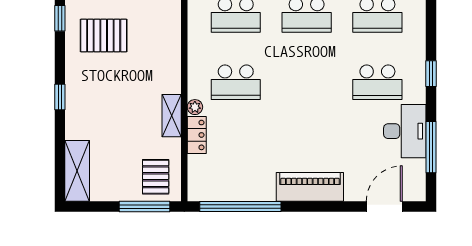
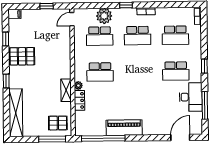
pallet: (104, 35) -> (22, 56), moved
shelving: (77, 171) -> (16, 113), width x1.47
pallet: (156, 177) -> (58, 123), turned 90
piano: (310, 187) -> (124, 128), moved

